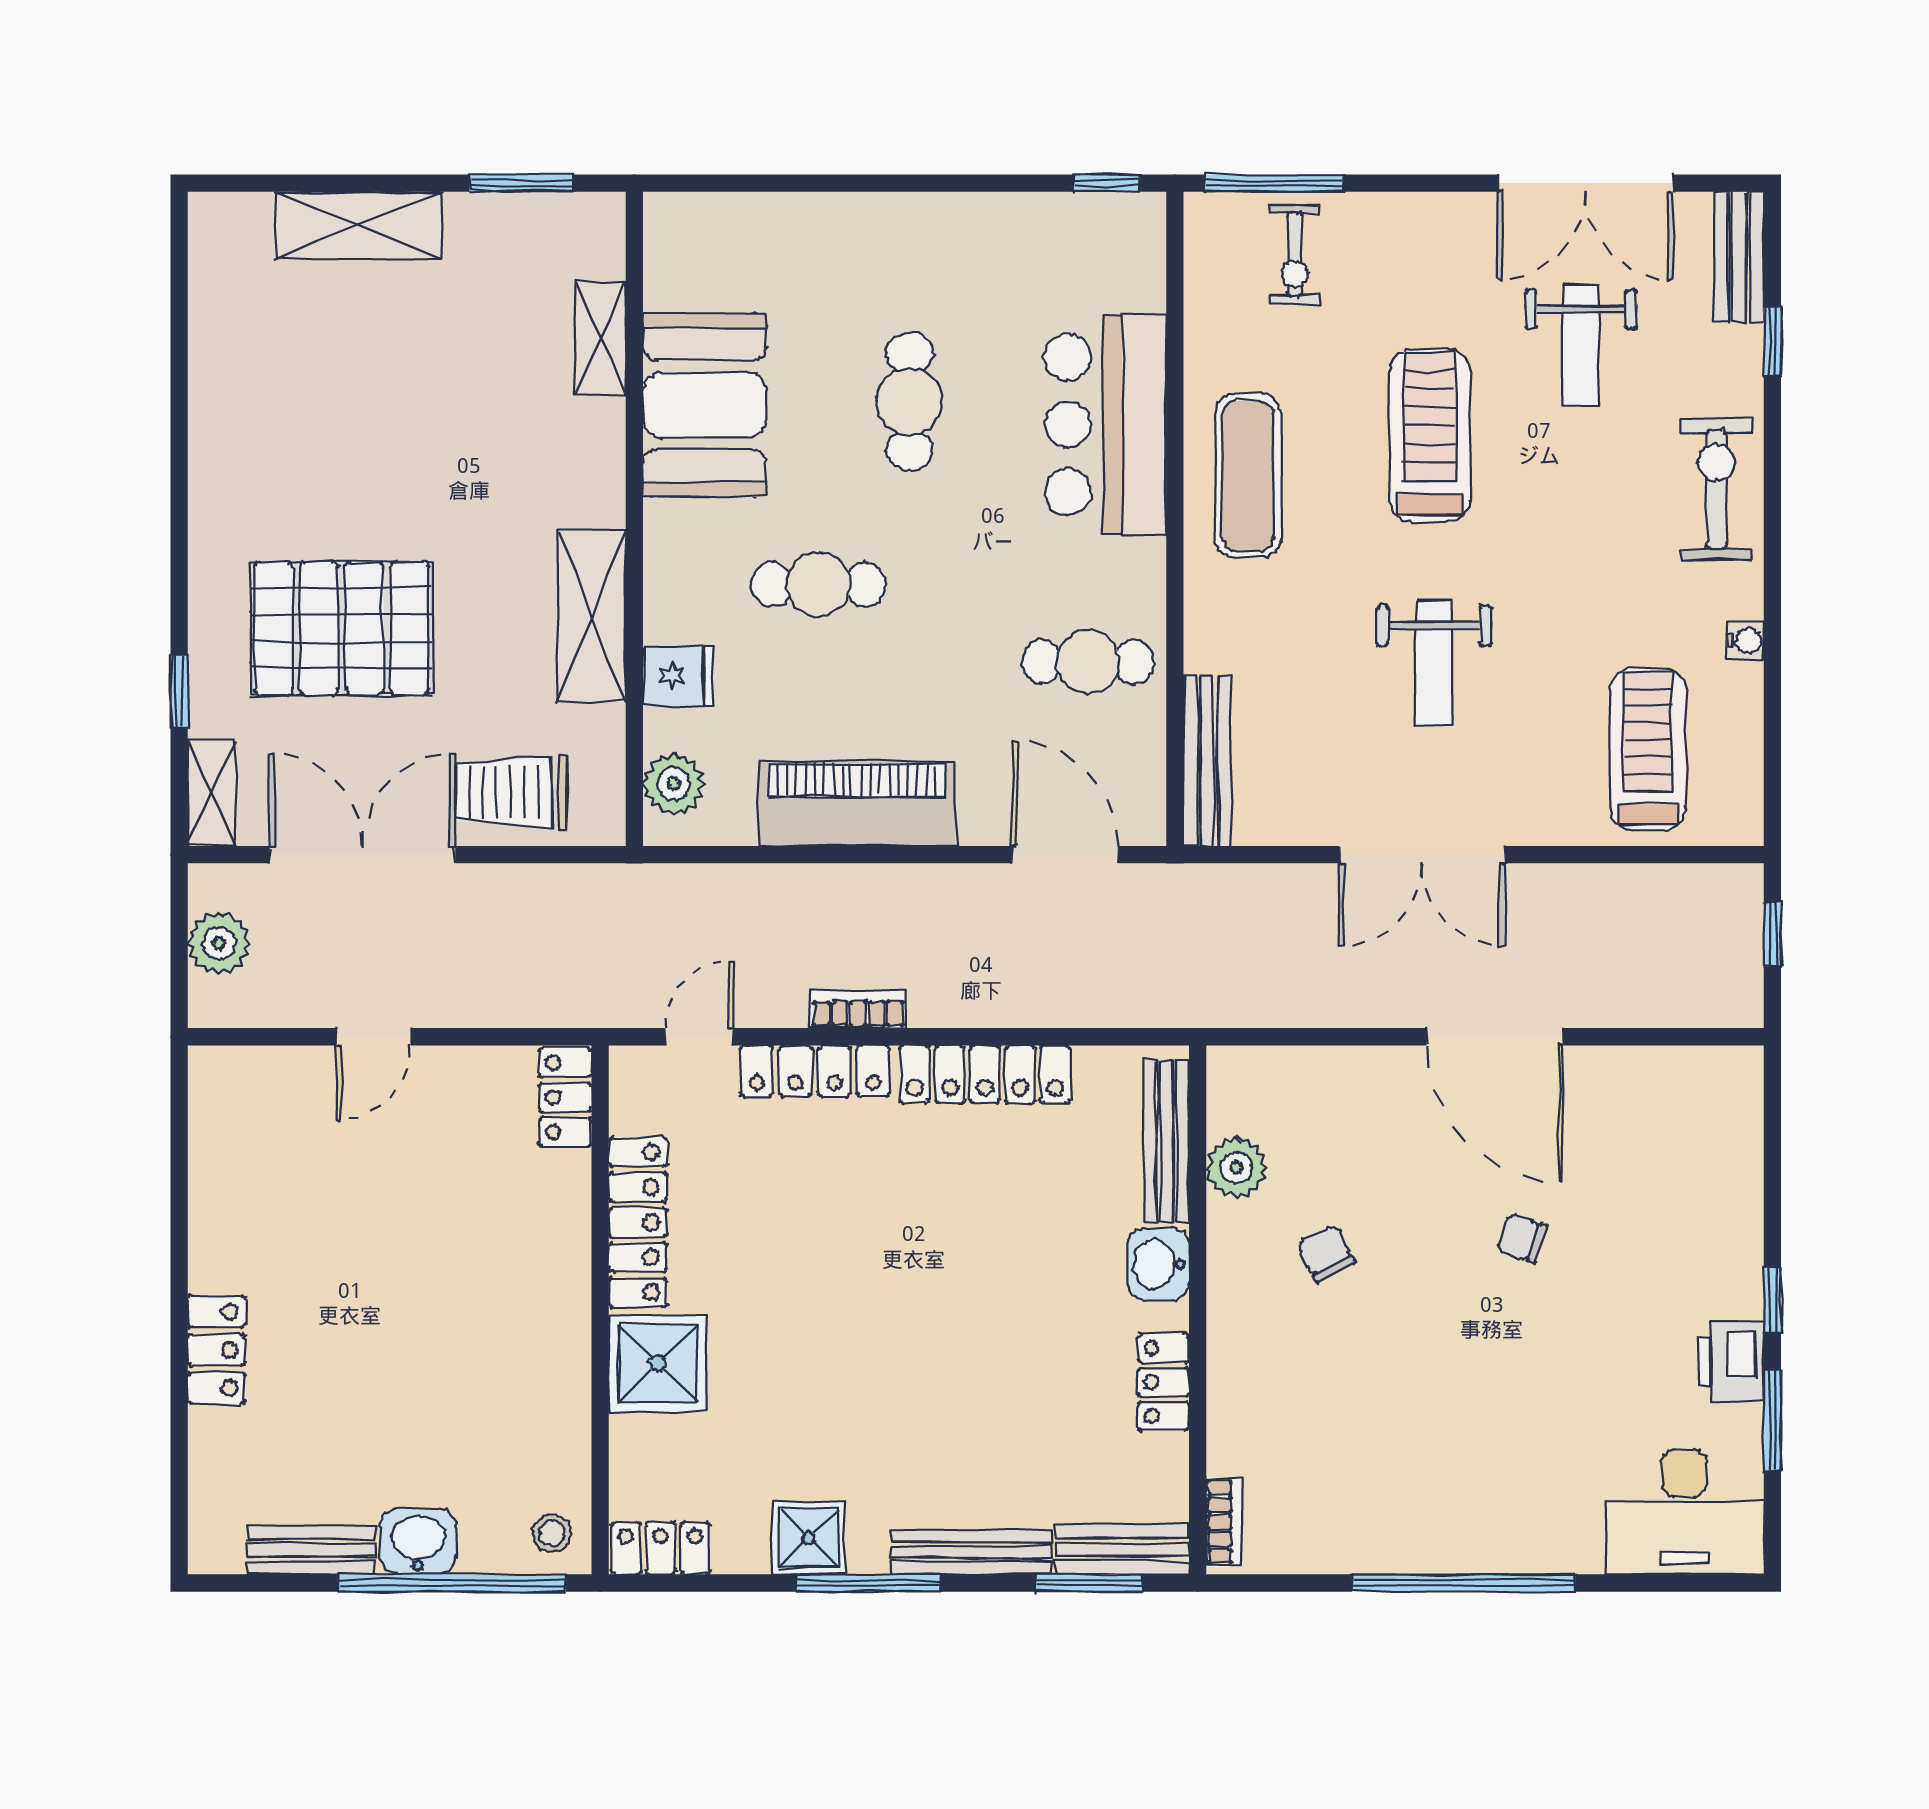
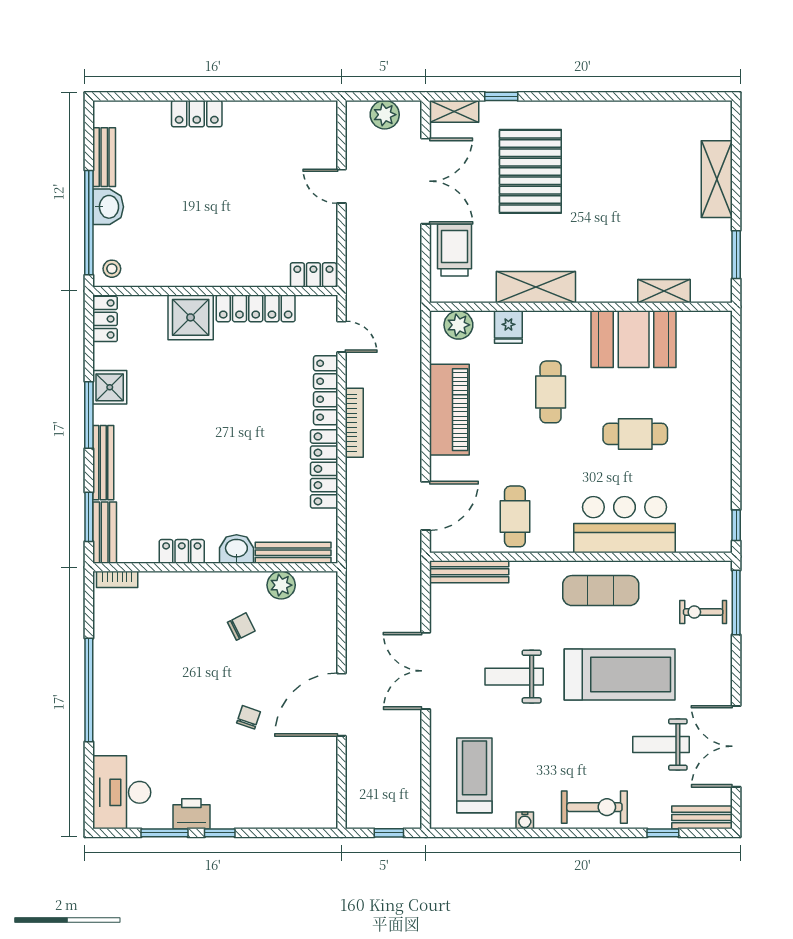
treadmill: (1430, 435) -> (620, 675), width x1.37, depth x1.38
treadmill: (1648, 749) -> (474, 775), turned -90
bookcase: (858, 1009) -> (354, 423), width x1.56

